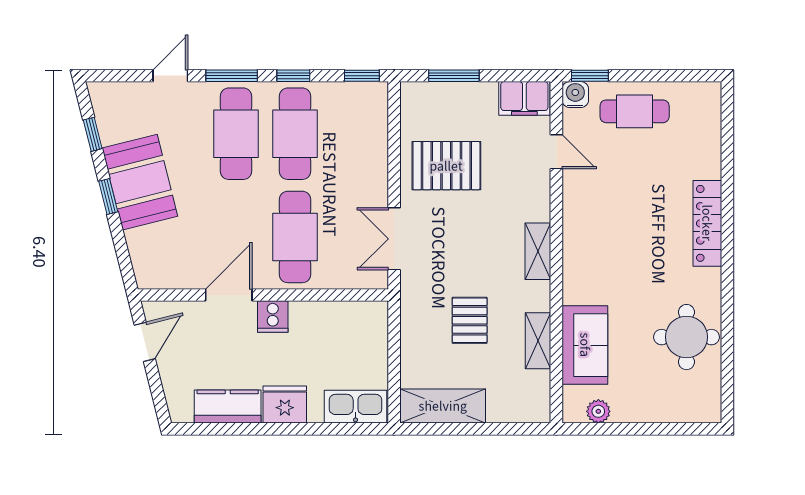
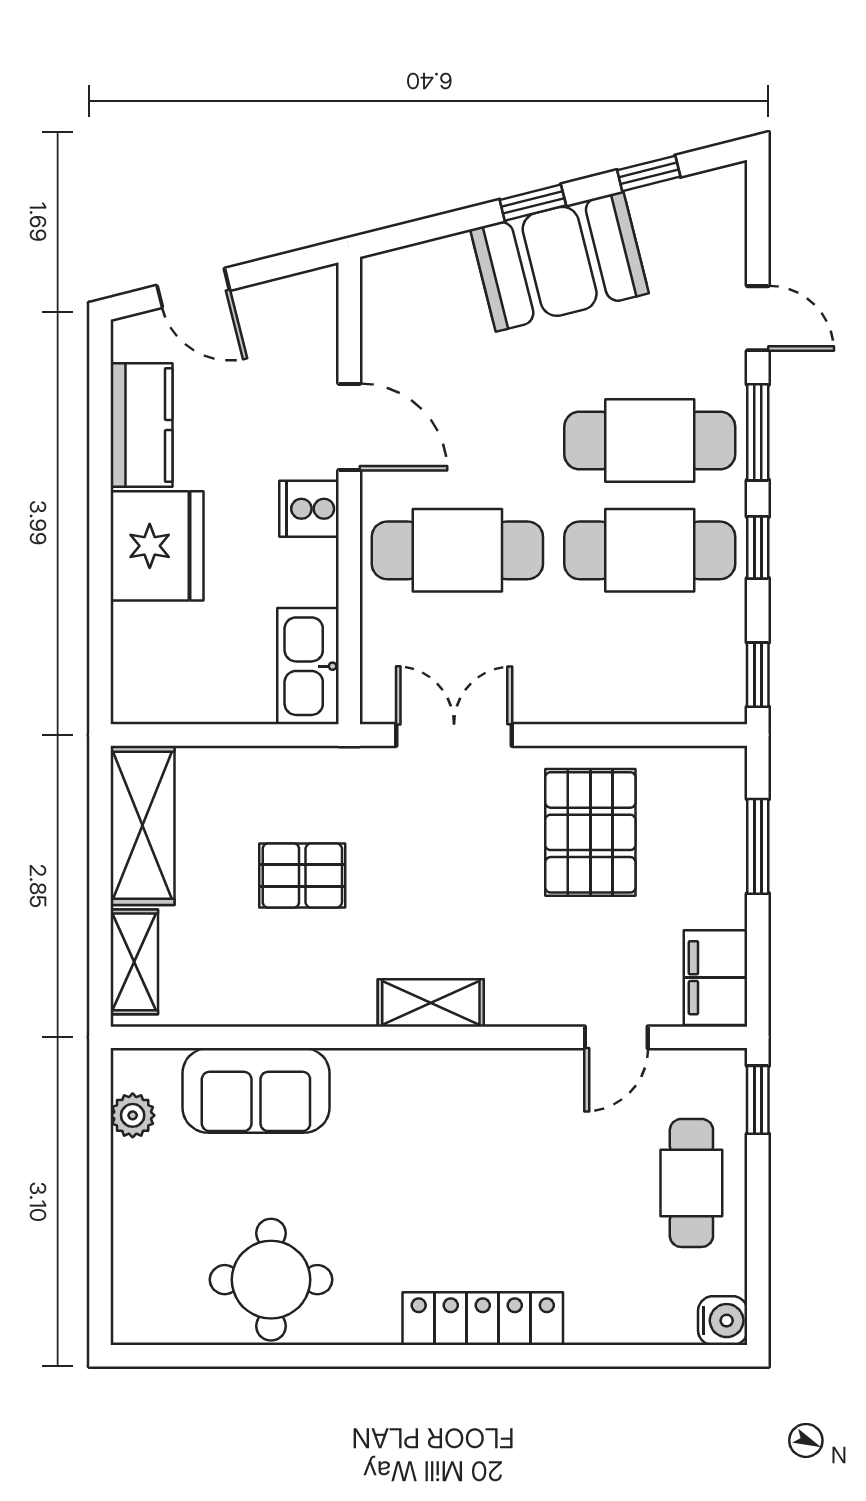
water cooler: (575, 95) -> (723, 1321), moved
shelving: (538, 341) -> (134, 962), moved, turned 90
door: (145, 342) -> (193, 288), moved
fridge: (285, 405) -> (157, 546), width x1.36, depth x1.34
kitchen sink: (356, 407) -> (308, 666), moved, turned 180

